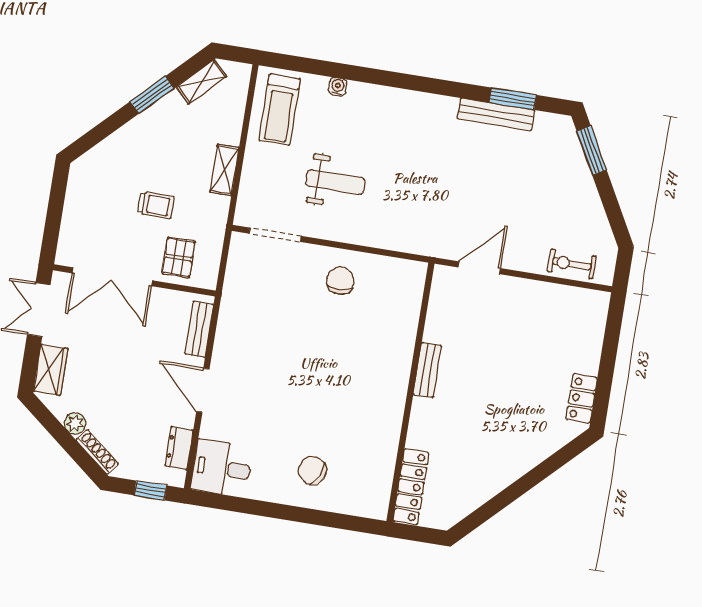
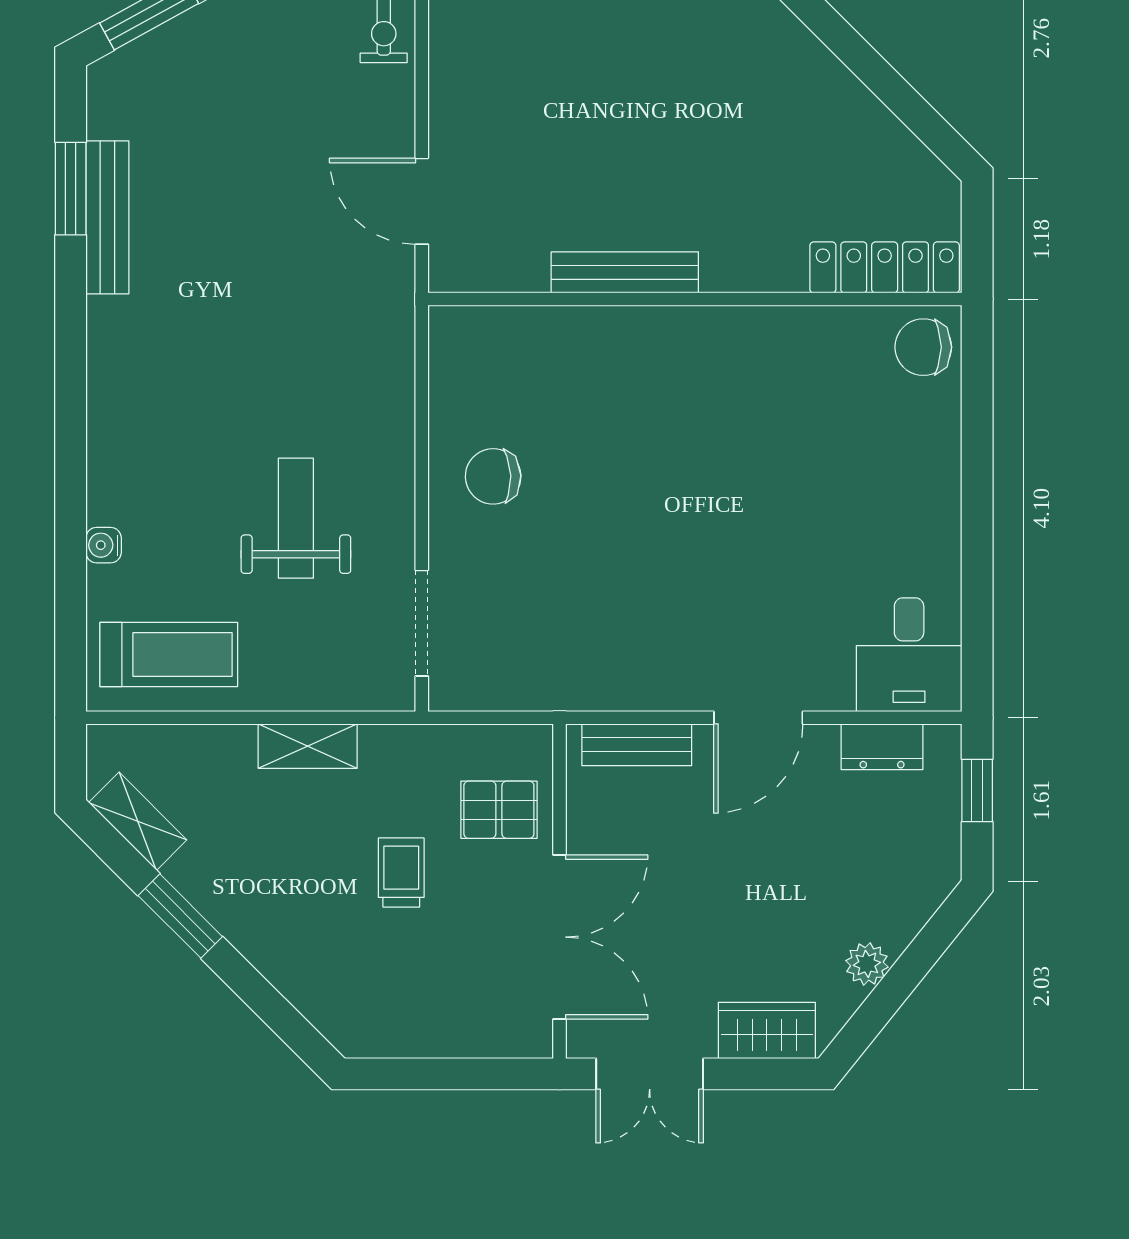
bench: (427, 370) -> (625, 272), width x1.36
shoe rack: (97, 452) -> (917, 910), removed
chair: (313, 471) -> (923, 347), moved, turned 65

